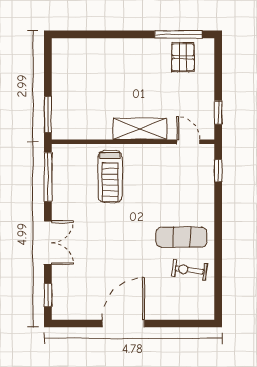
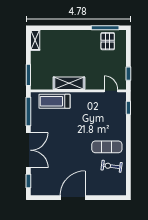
shelving: (59, 55) -> (35, 40), added
shelving: (140, 129) -> (69, 83), moved
treadmill: (110, 176) -> (54, 101), moved, turned 90
double door: (48, 243) -> (28, 150), width x1.37

